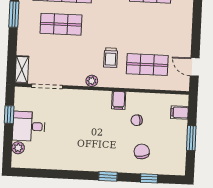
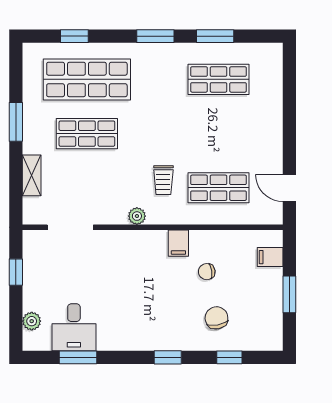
shelving: (22, 70) -> (32, 175), moved
desk: (29, 126) -> (74, 327), moved, turned -90
window: (48, 174) -> (78, 357), added

